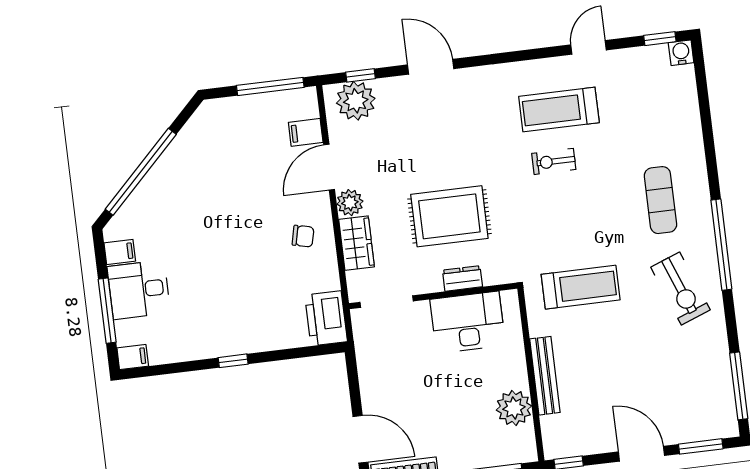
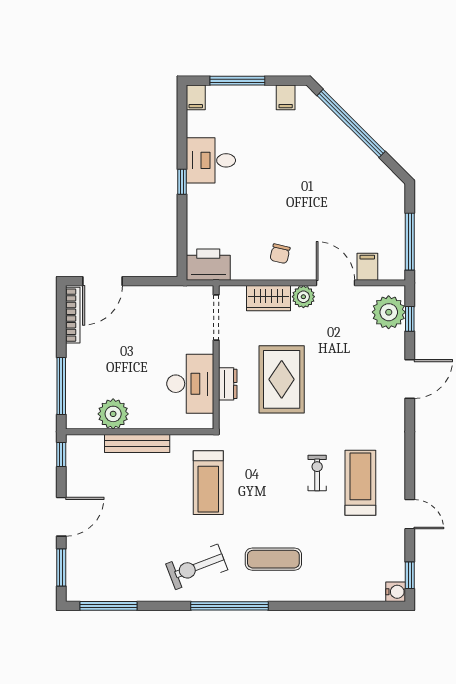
desk: (139, 290) -> (211, 160), moved, turned -90

